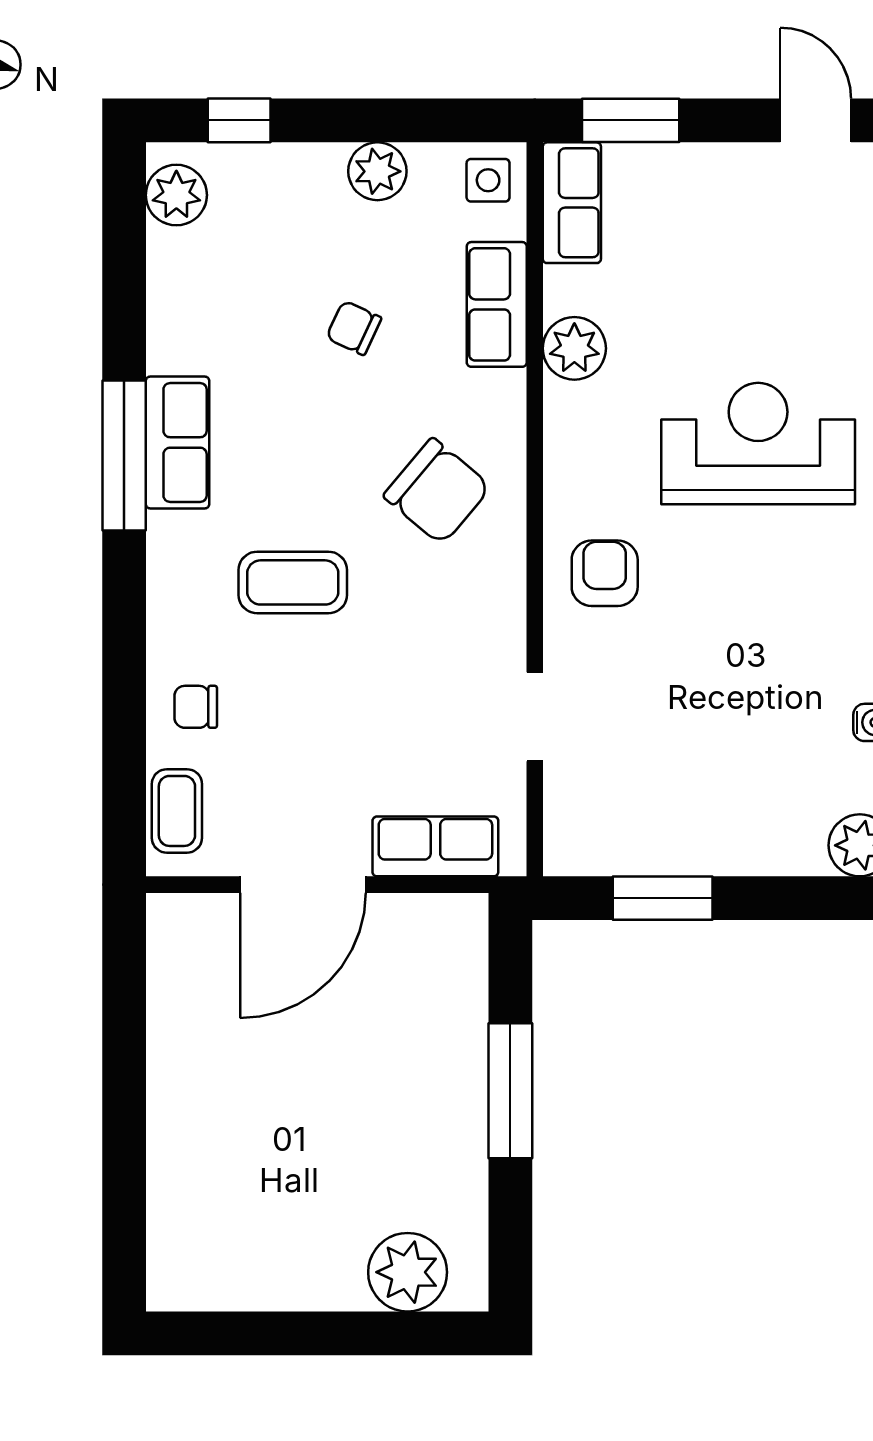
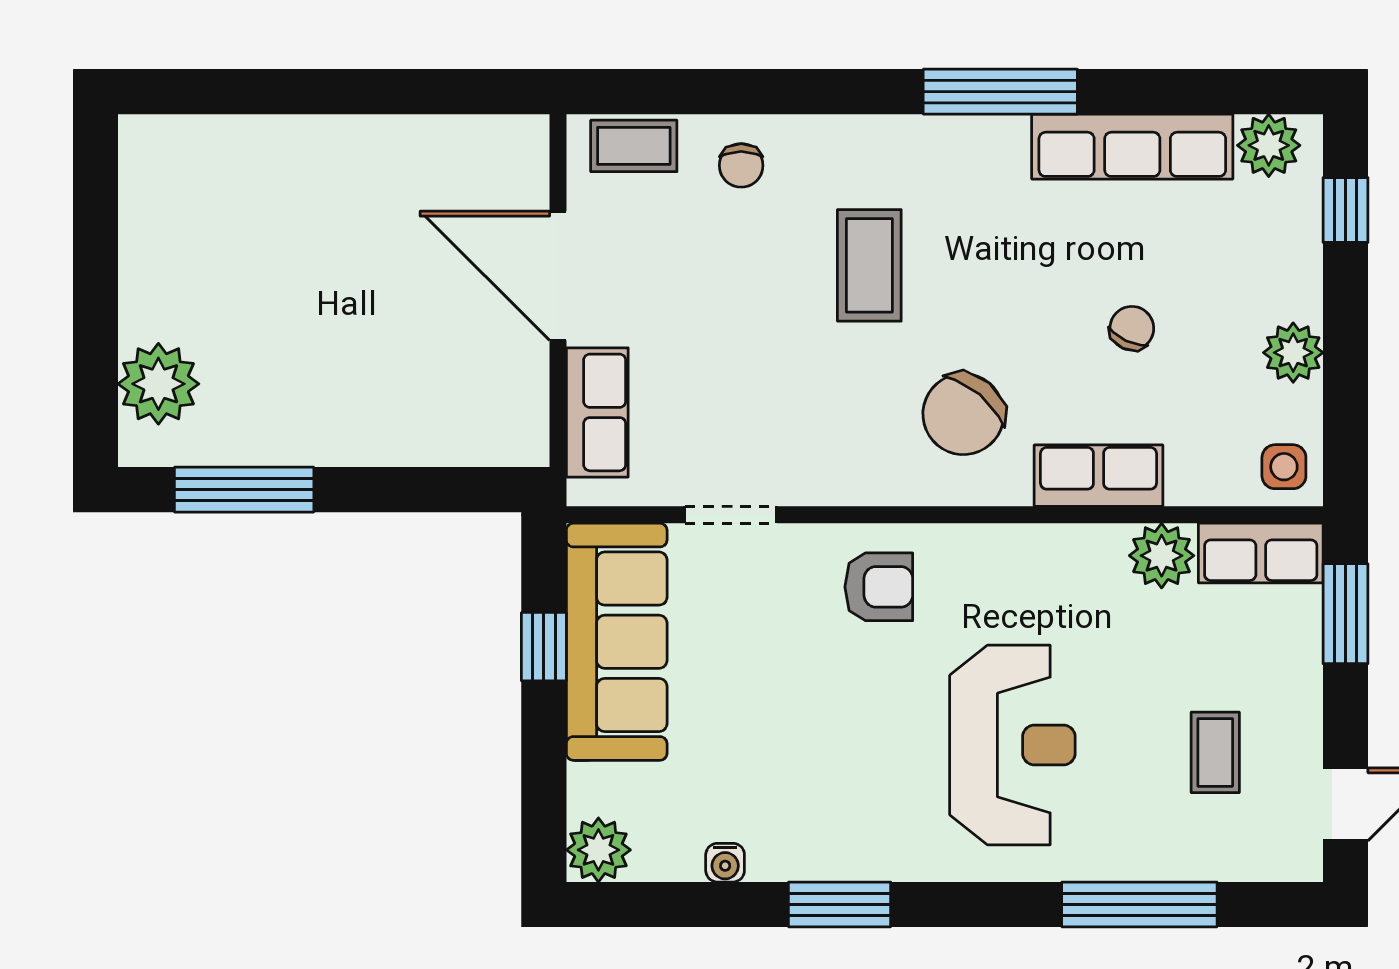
coffee table: (765, 247) -> (1215, 752), added
row of seats: (497, 304) -> (1098, 476), moved
plant: (574, 348) -> (1162, 556), moved
row of seats: (177, 442) -> (1132, 147), moved, width x1.48
chair: (196, 707) -> (741, 165), turned 180
sofa: (658, 828) -> (617, 642), added
window: (663, 898) -> (544, 647), width x0.67
window: (510, 1091) -> (244, 490), moved

